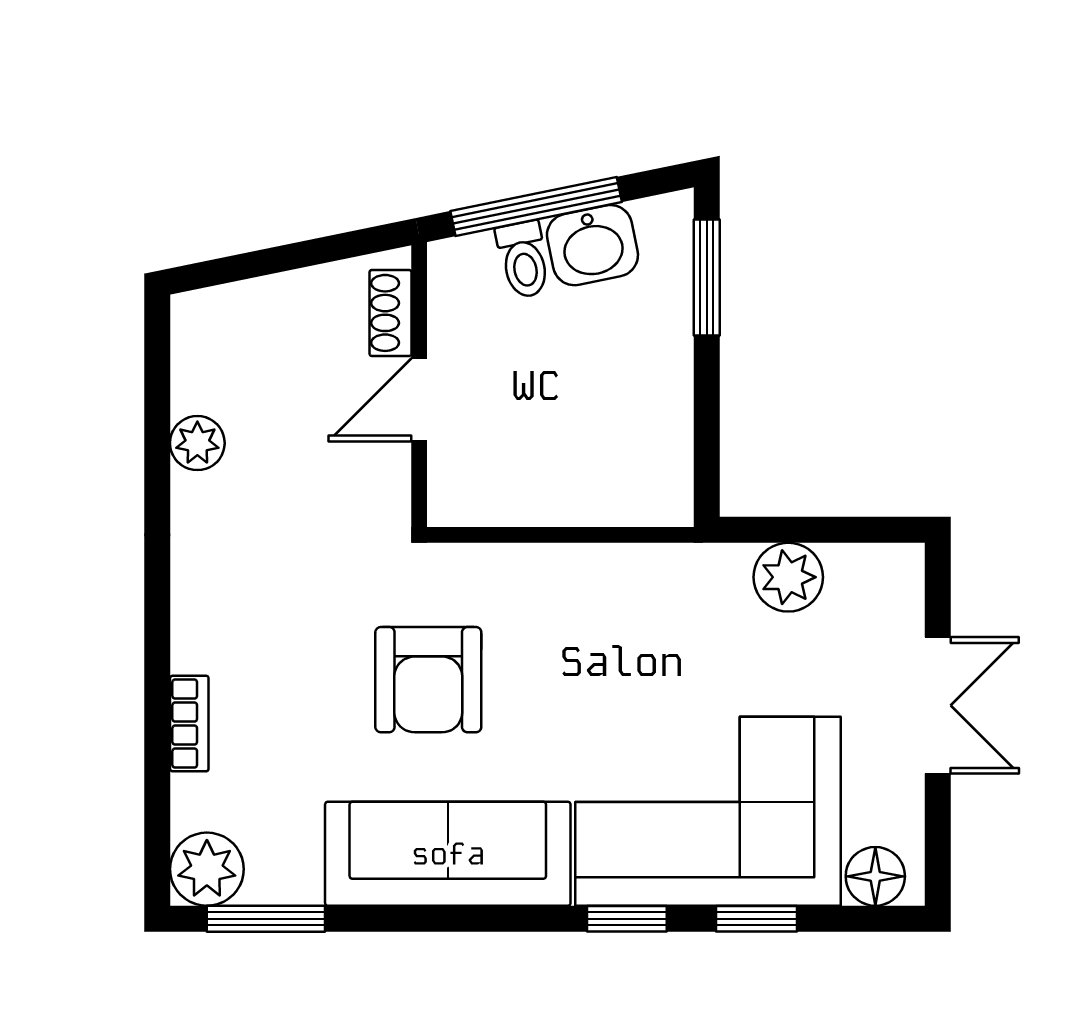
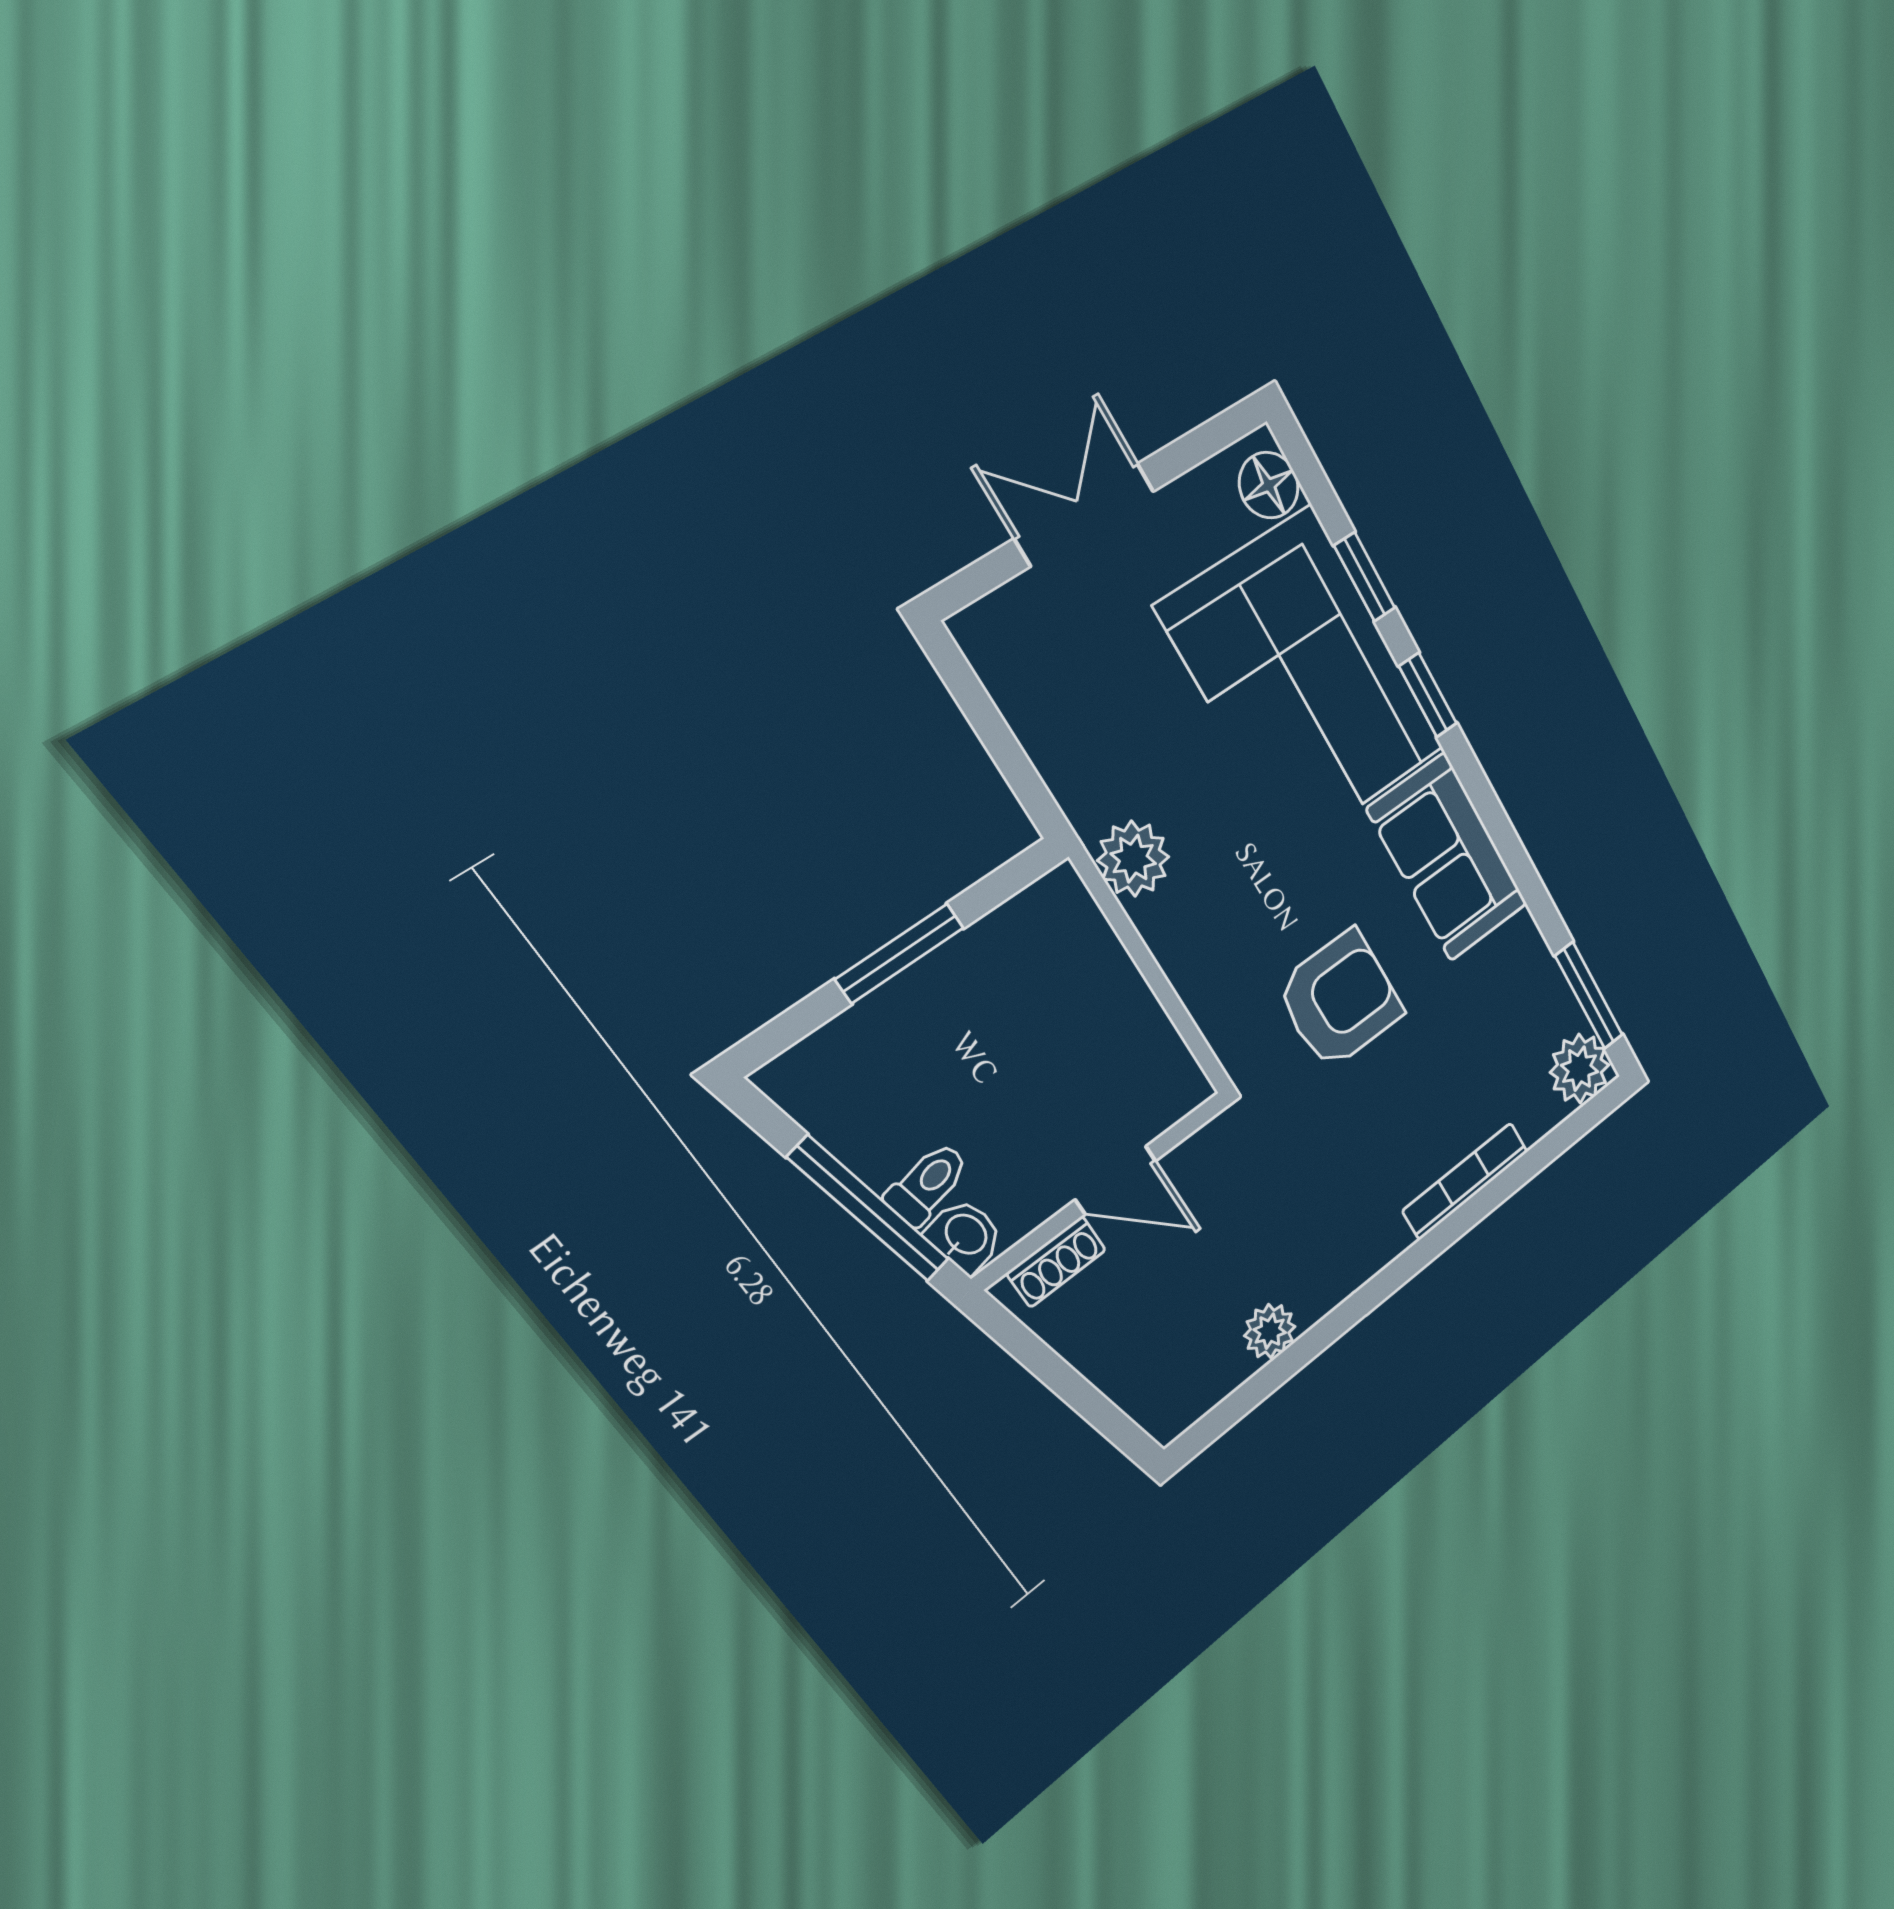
washbasin: (592, 245) -> (965, 1235), moved, width x0.72, depth x0.69
window: (707, 278) -> (900, 953), moved
plant: (788, 577) -> (1133, 859), moved
bookcase: (189, 724) -> (1465, 1181), width x1.56
sofa: (448, 854) -> (1448, 857), width x0.73

